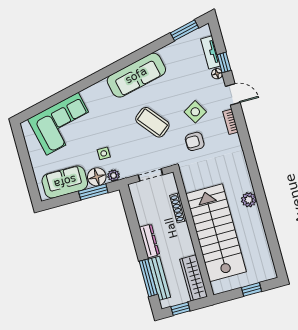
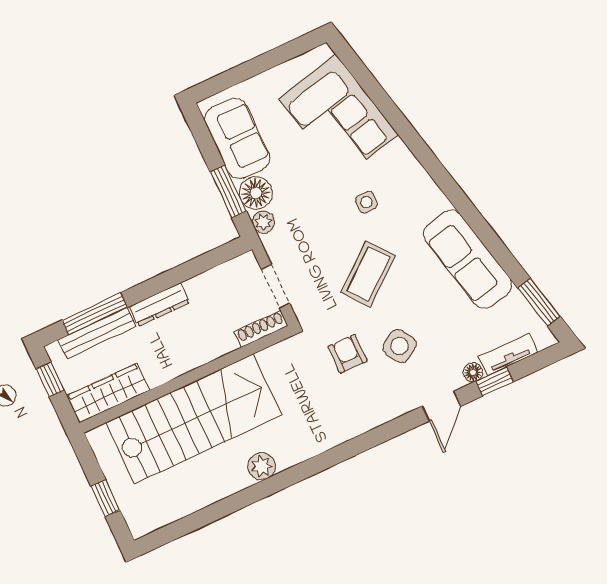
sofa: (136, 75) -> (468, 259), moved
bookcase: (231, 122) -> (393, 411), removed
side table: (104, 153) -> (366, 202), moved
shoe rack: (178, 208) -> (261, 329), moved

